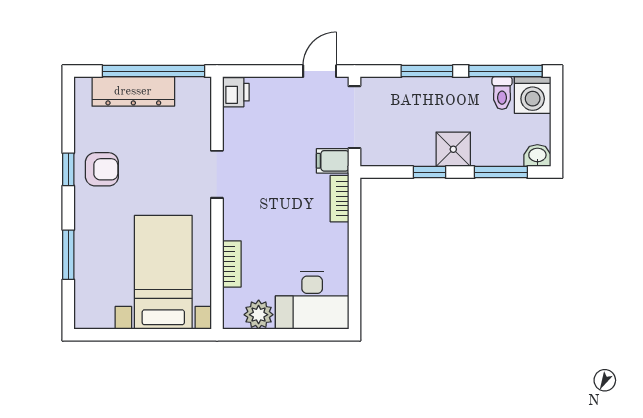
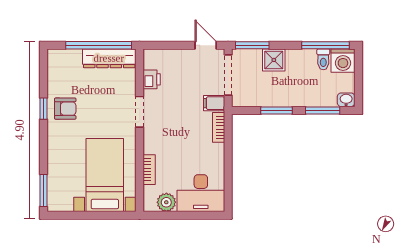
door: (320, 71) -> (206, 45), hinge flipped
window: (427, 71) -> (252, 45), moved
dresser: (133, 91) -> (109, 58), moved
printer: (236, 92) -> (152, 79), moved
shower: (453, 149) -> (274, 60), moved
window: (429, 172) -> (277, 110), width x1.50
window: (68, 255) -> (44, 191), moved

